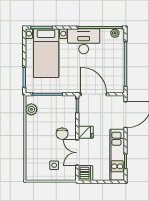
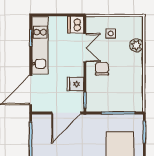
door: (94, 94) -> (66, 113), hinge flipped
plant: (31, 109) -> (136, 45), moved
fridge: (86, 132) -> (75, 84), moved

